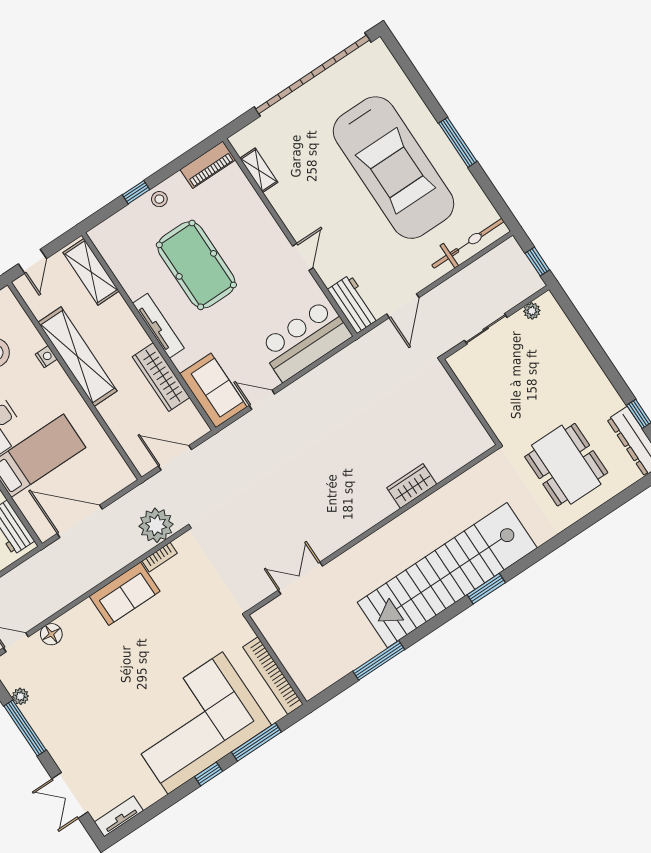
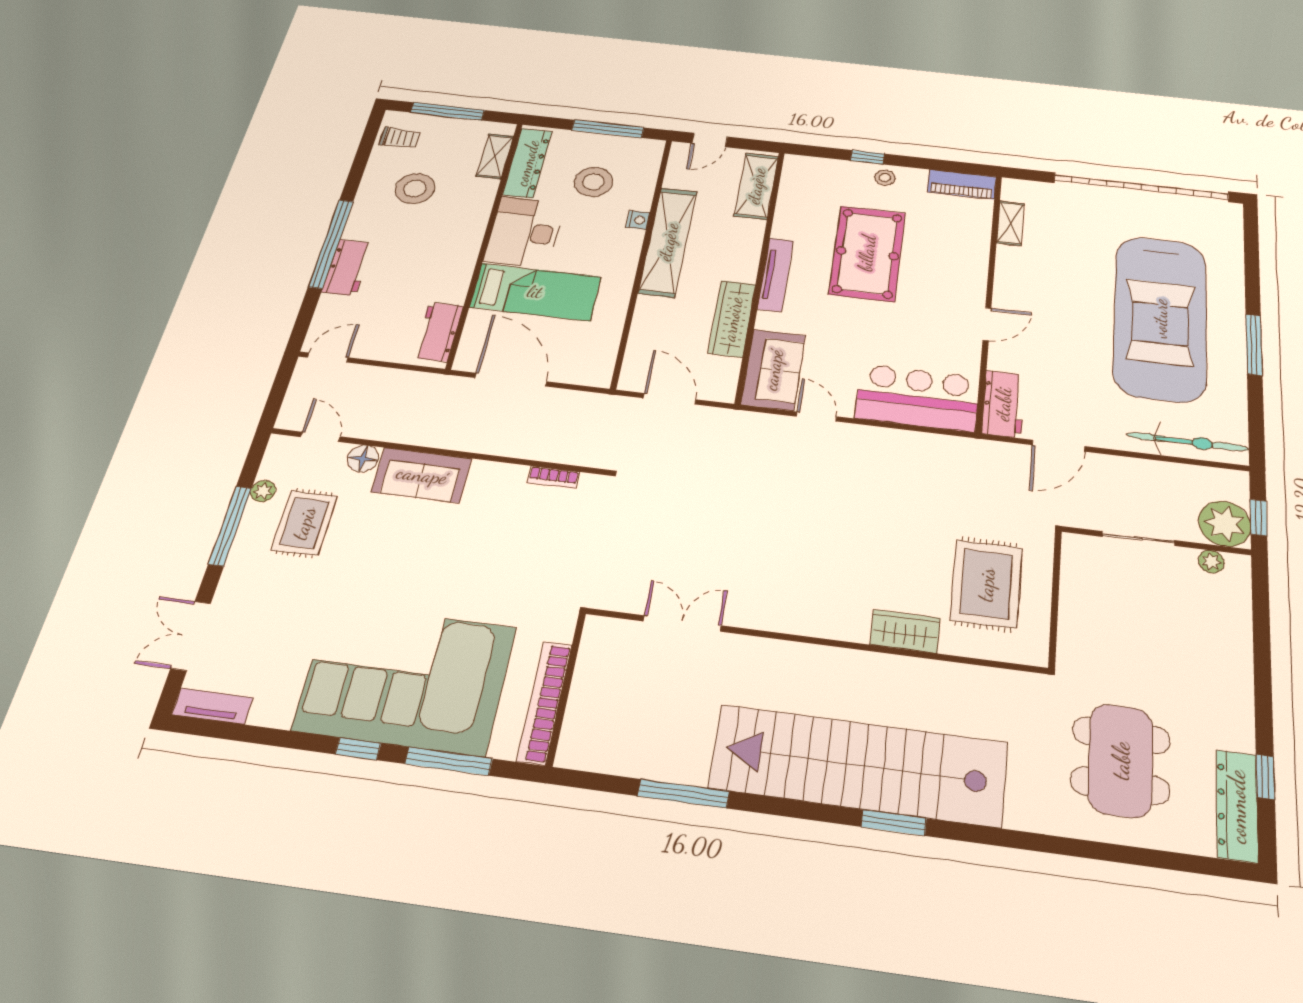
rug: (430, 424) -> (986, 584), added
plant: (156, 525) -> (1225, 524), moved
sofa: (125, 594) -> (422, 475), moved
rug: (60, 693) -> (304, 523), added

